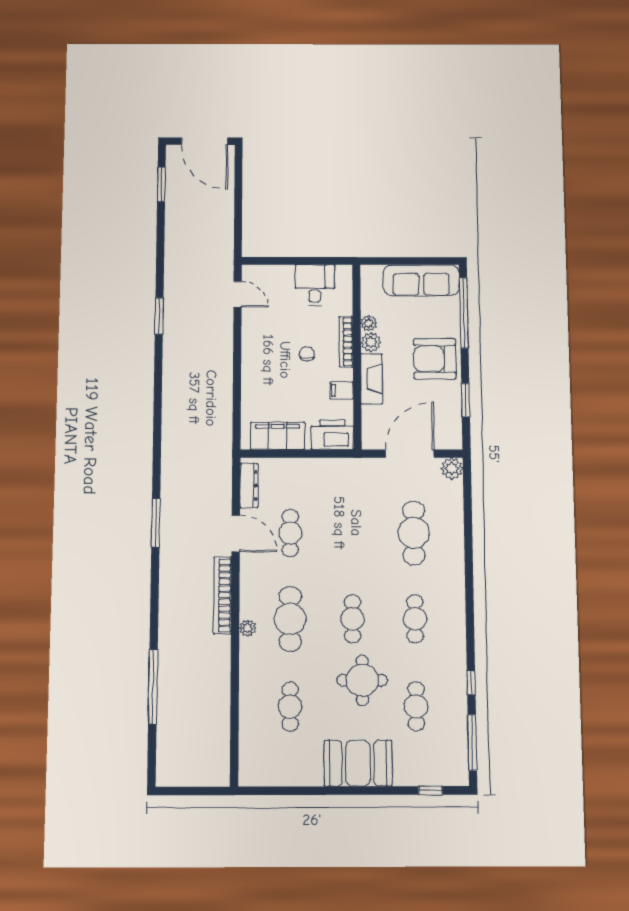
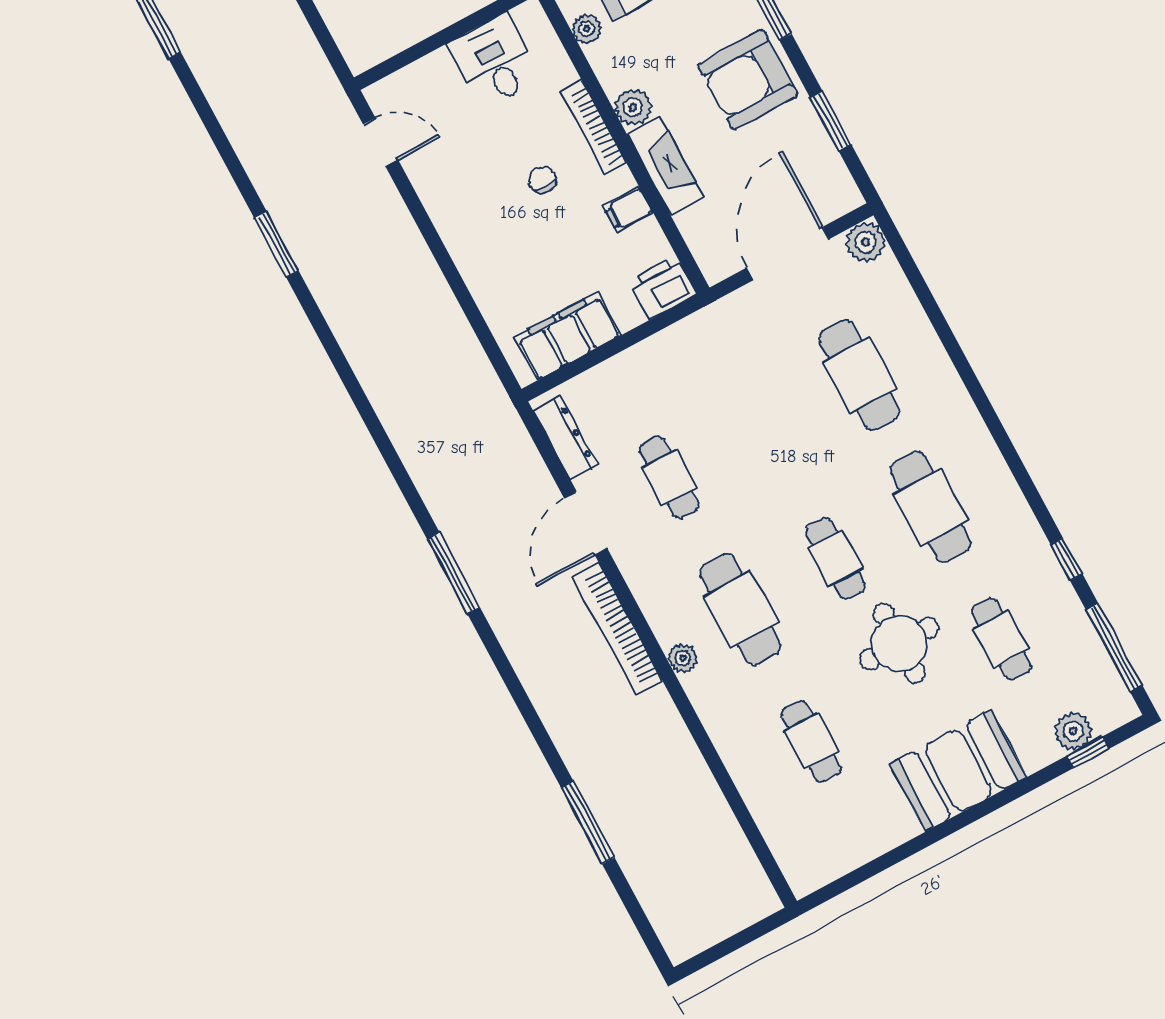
plant: (369, 323) -> (587, 29), moved
printer: (332, 435) -> (663, 287), width x0.73, depth x0.84
door: (236, 533) -> (586, 523), swing flipped
cafe table: (415, 619) -> (930, 507), width x1.37, depth x1.35
window: (153, 686) -> (588, 823), width x0.68
plant: (429, 775) -> (1073, 731), added

